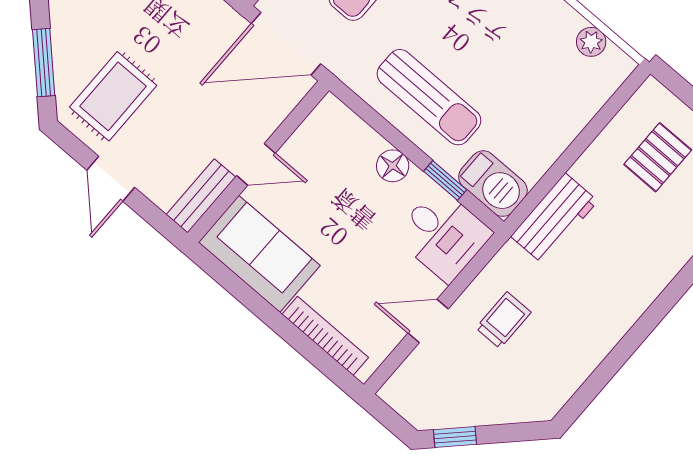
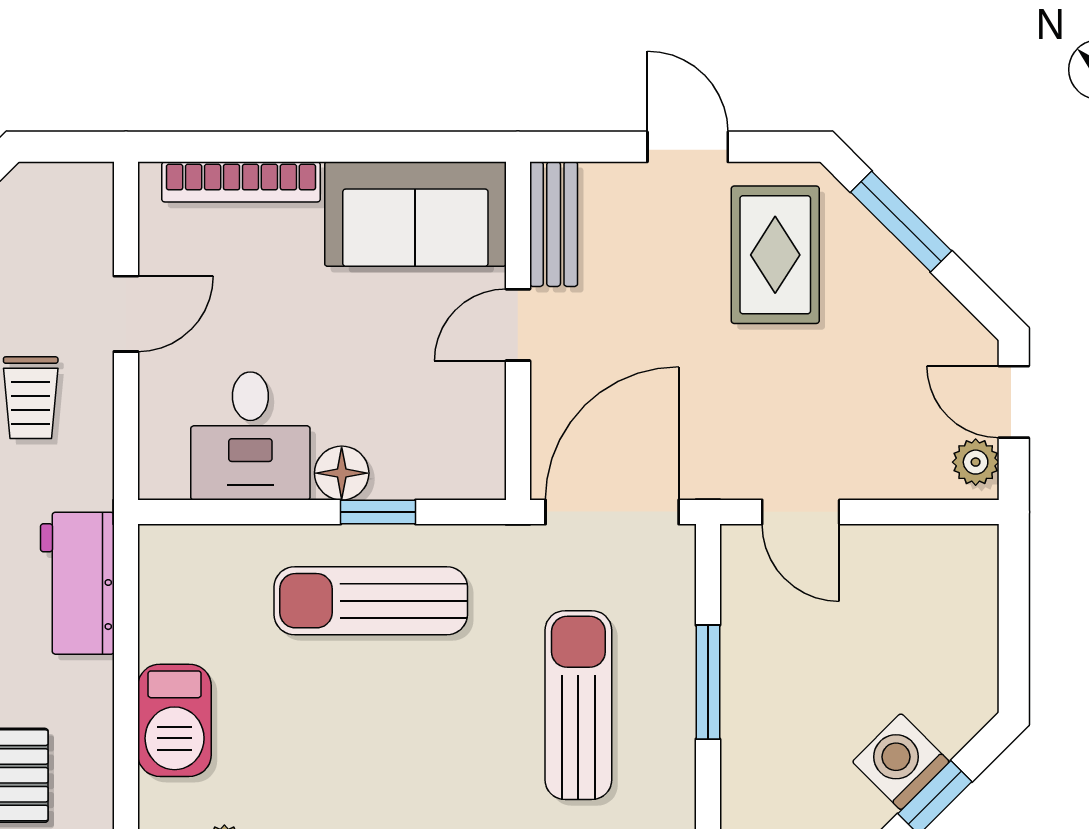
window: (445, 180) -> (378, 512), moved
barbecue: (493, 184) -> (175, 720), moved, turned -90
desk: (443, 235) -> (250, 436), moved, turned -90

